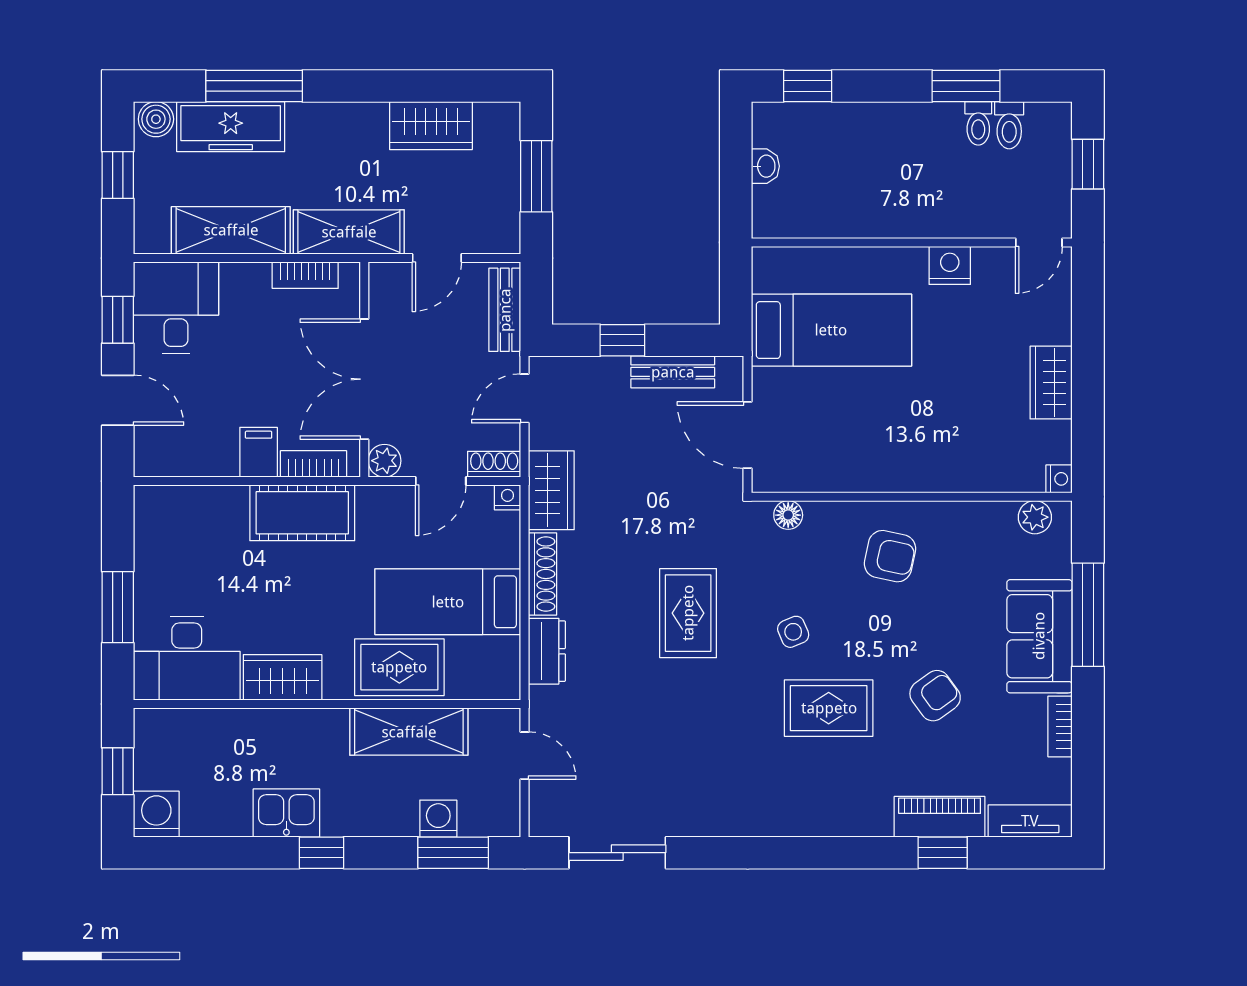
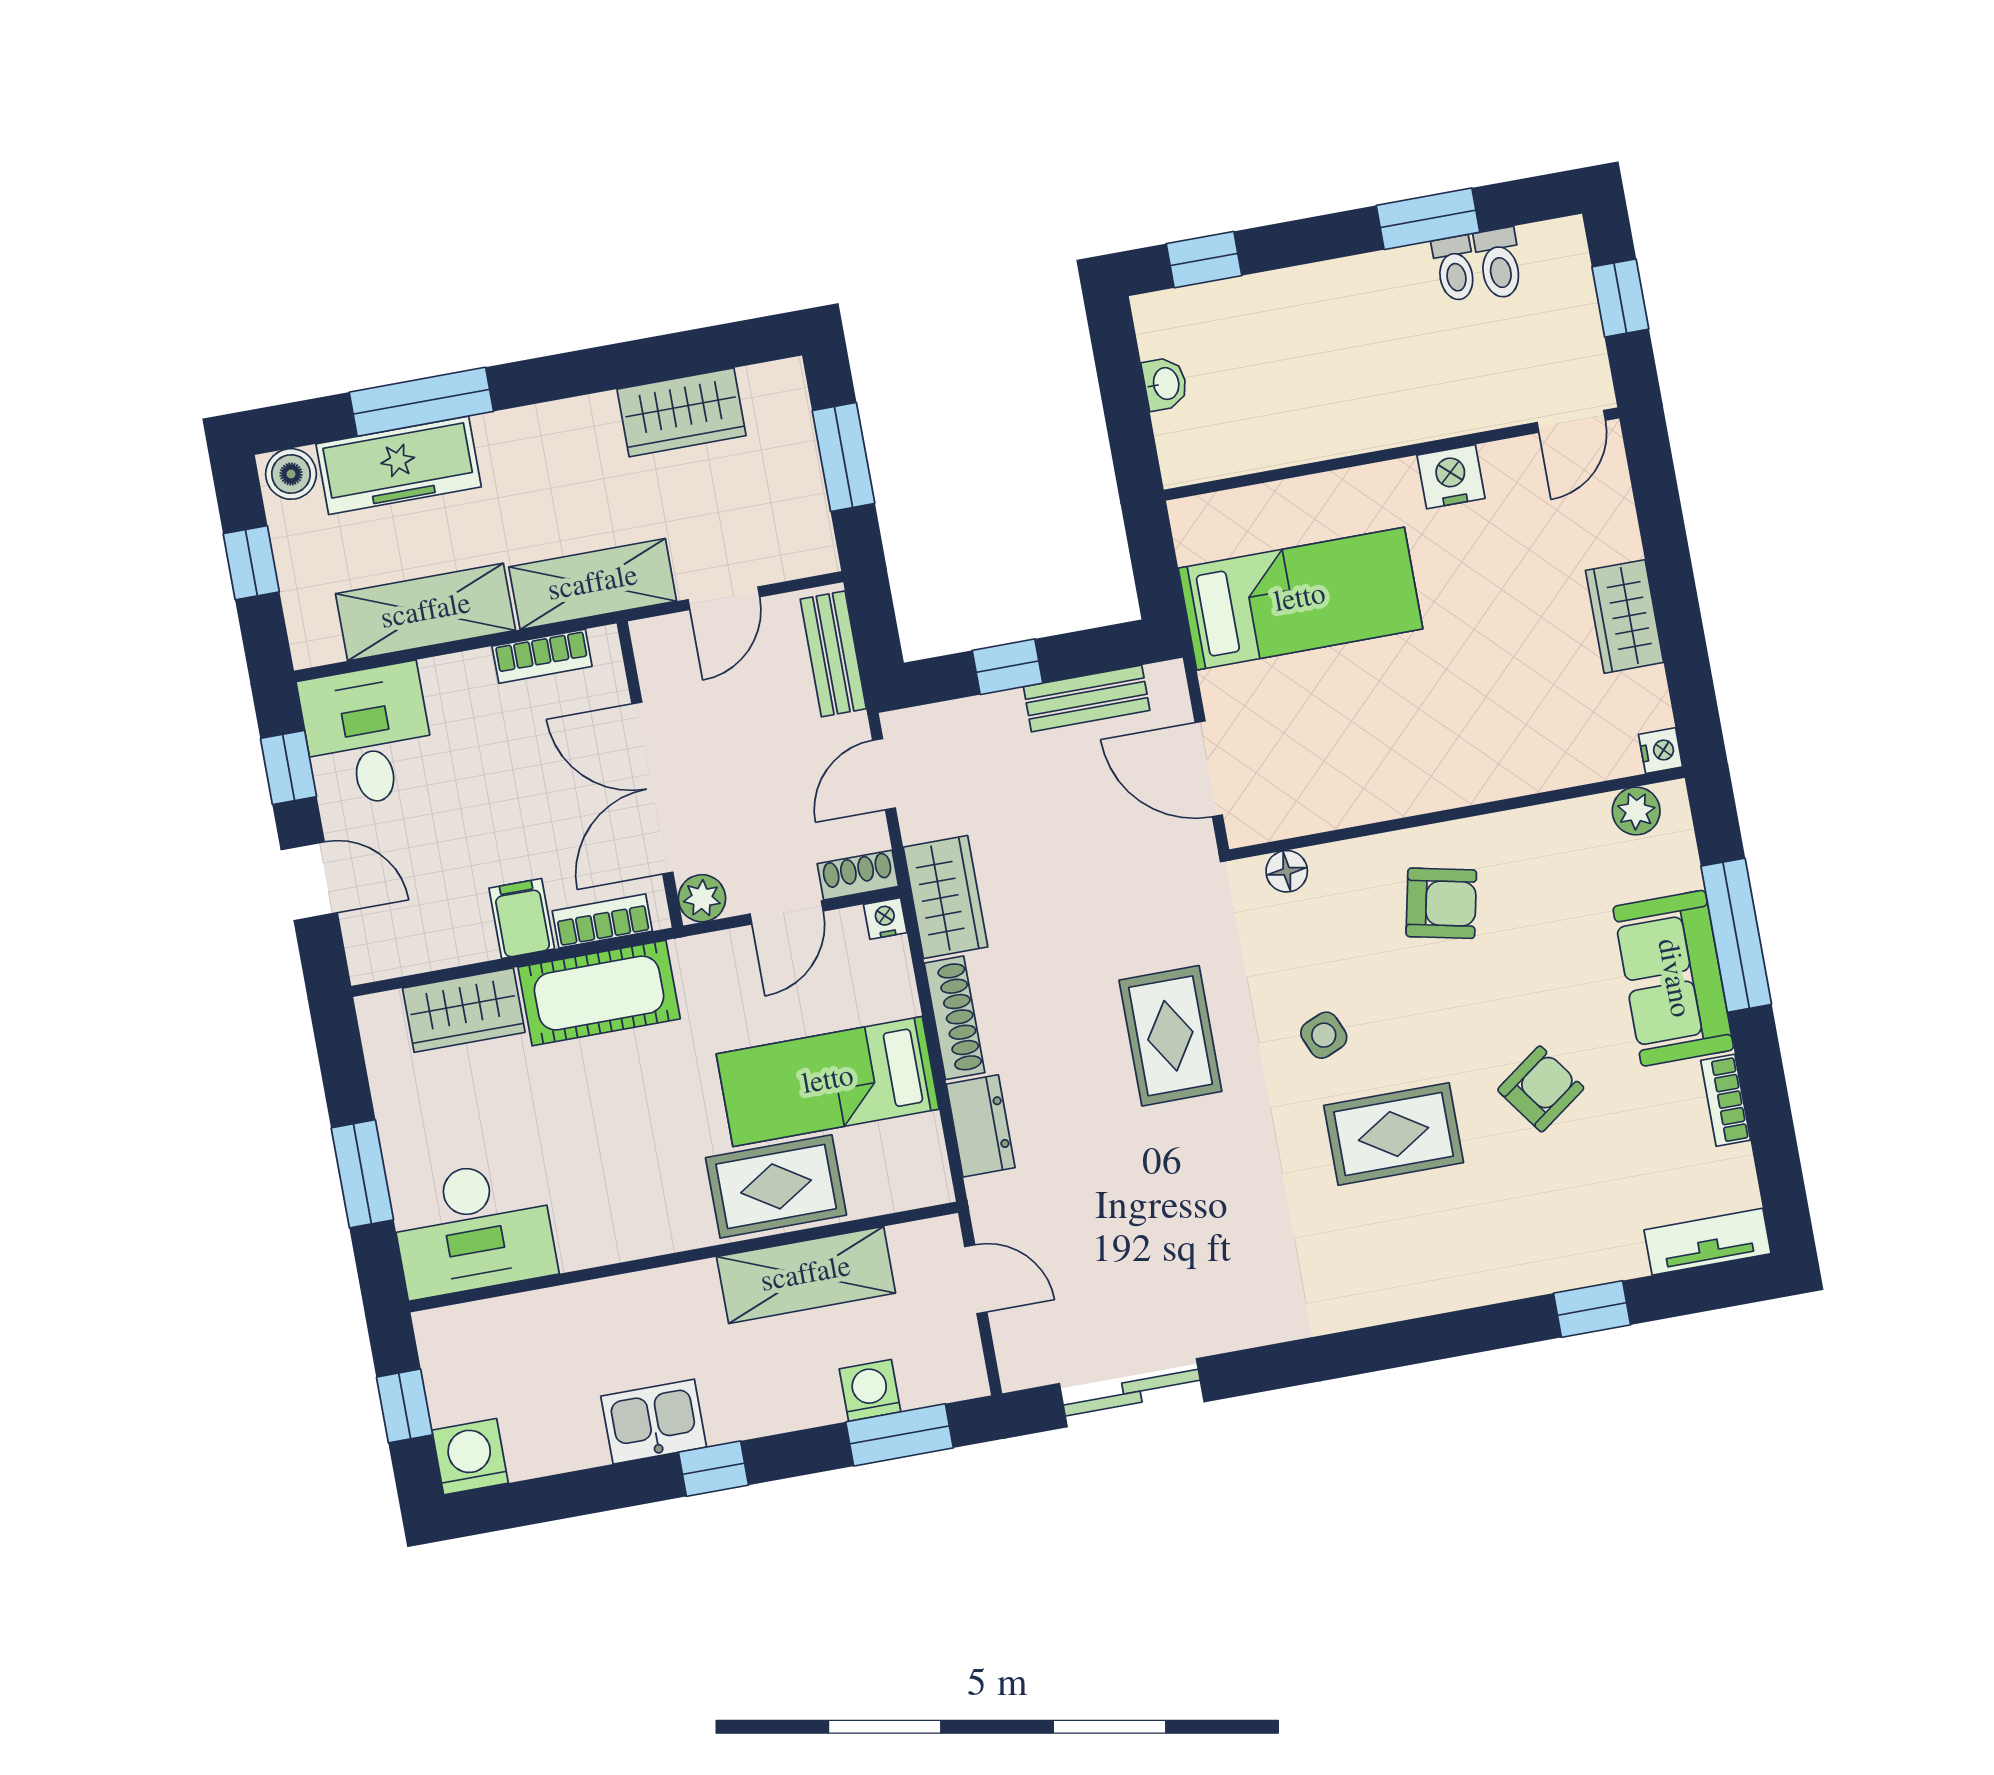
wardrobe: (283, 677) -> (464, 1010), moved, turned 180
piano: (940, 817) -> (1578, 1259), removed

